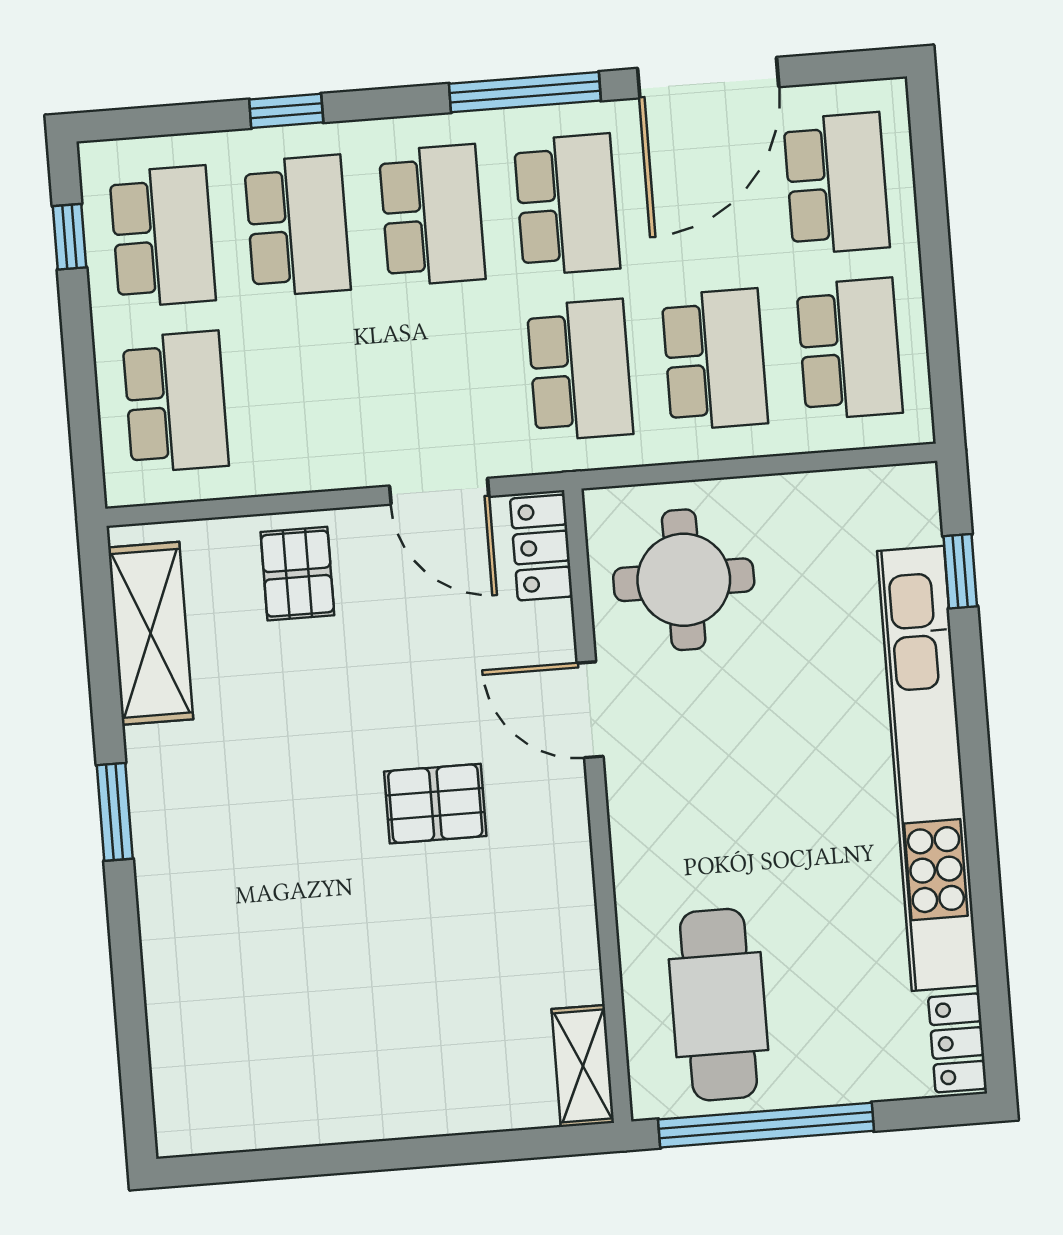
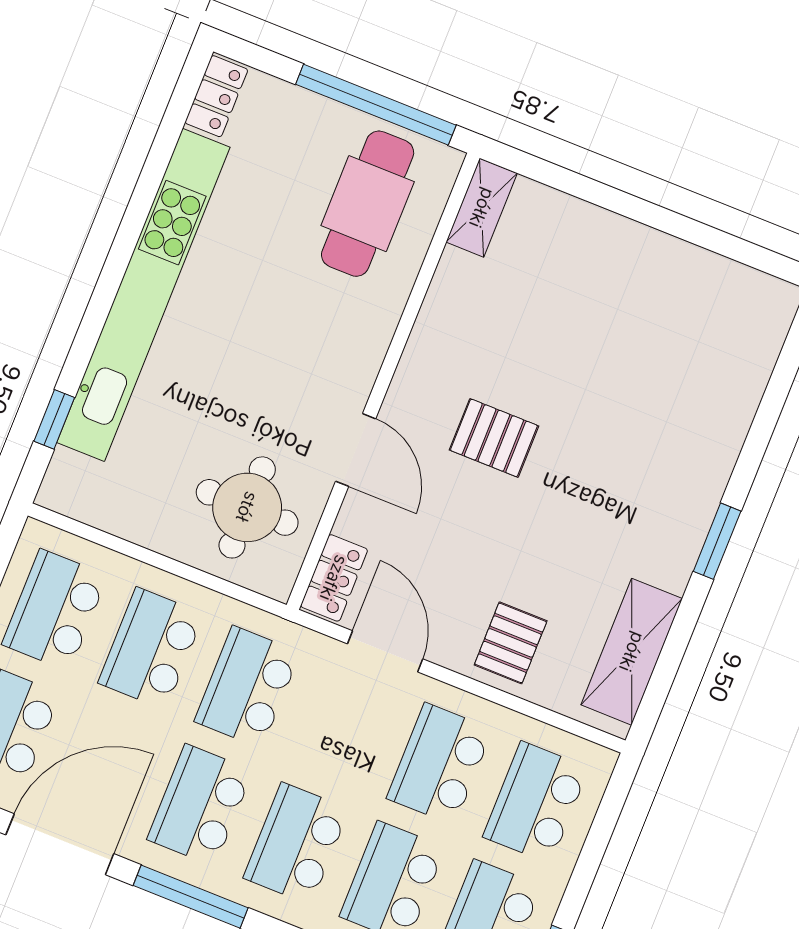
school desk: (310, 391) -> (440, 764), added

